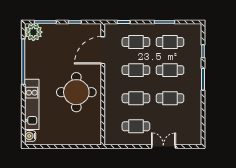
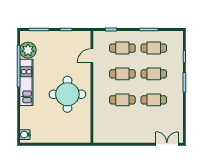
plant: (33, 32) -> (28, 50), moved
door: (103, 50) -> (92, 56), width x0.53
kitchen unit: (32, 104) -> (26, 82), moved
cafe table: (136, 126) -> (122, 126), removed
double door: (163, 146) -> (167, 144), moved

